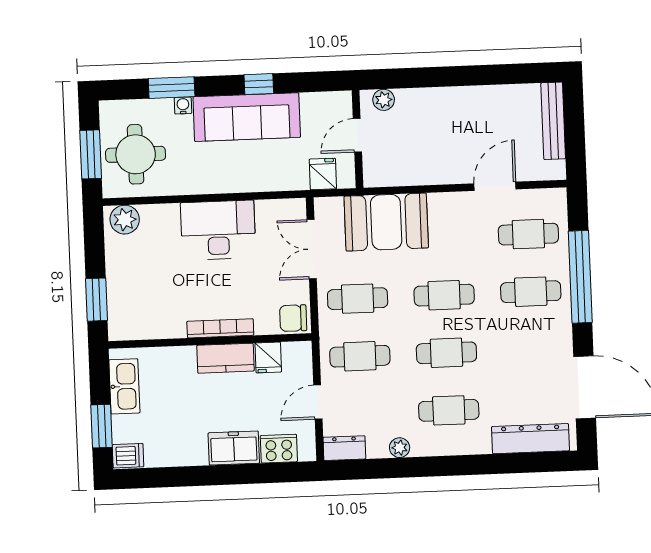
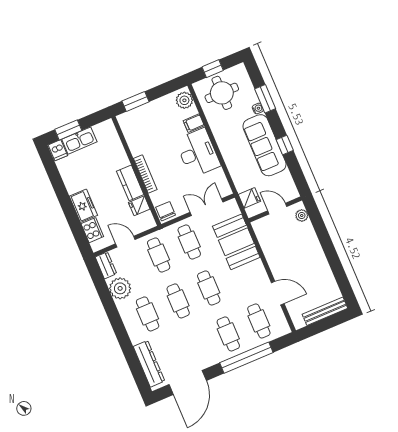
window: (91, 154) -> (213, 69), width x0.67
filing cabinet: (167, 218) -> (194, 123), added
kitchen sink: (124, 386) -> (79, 141), moved
plant: (400, 448) -> (120, 288), width x1.87, depth x1.87

